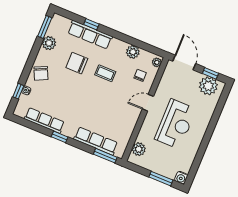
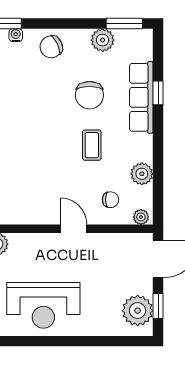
chair: (77, 63) -> (89, 95), turned 180
reception desk: (175, 124) -> (43, 305), moved

